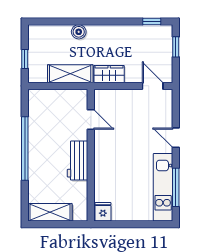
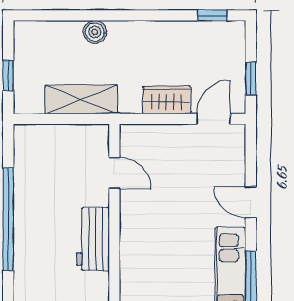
window: (176, 47) -> (251, 79), moved
wardrobe: (109, 74) -> (167, 100), moved
door: (153, 86) -> (214, 119), hinge flipped

